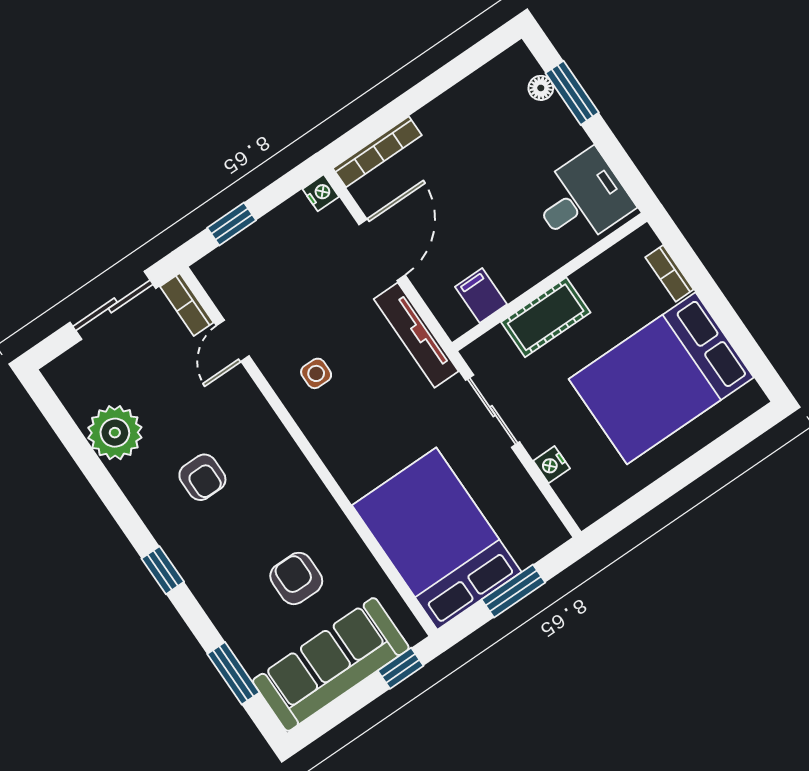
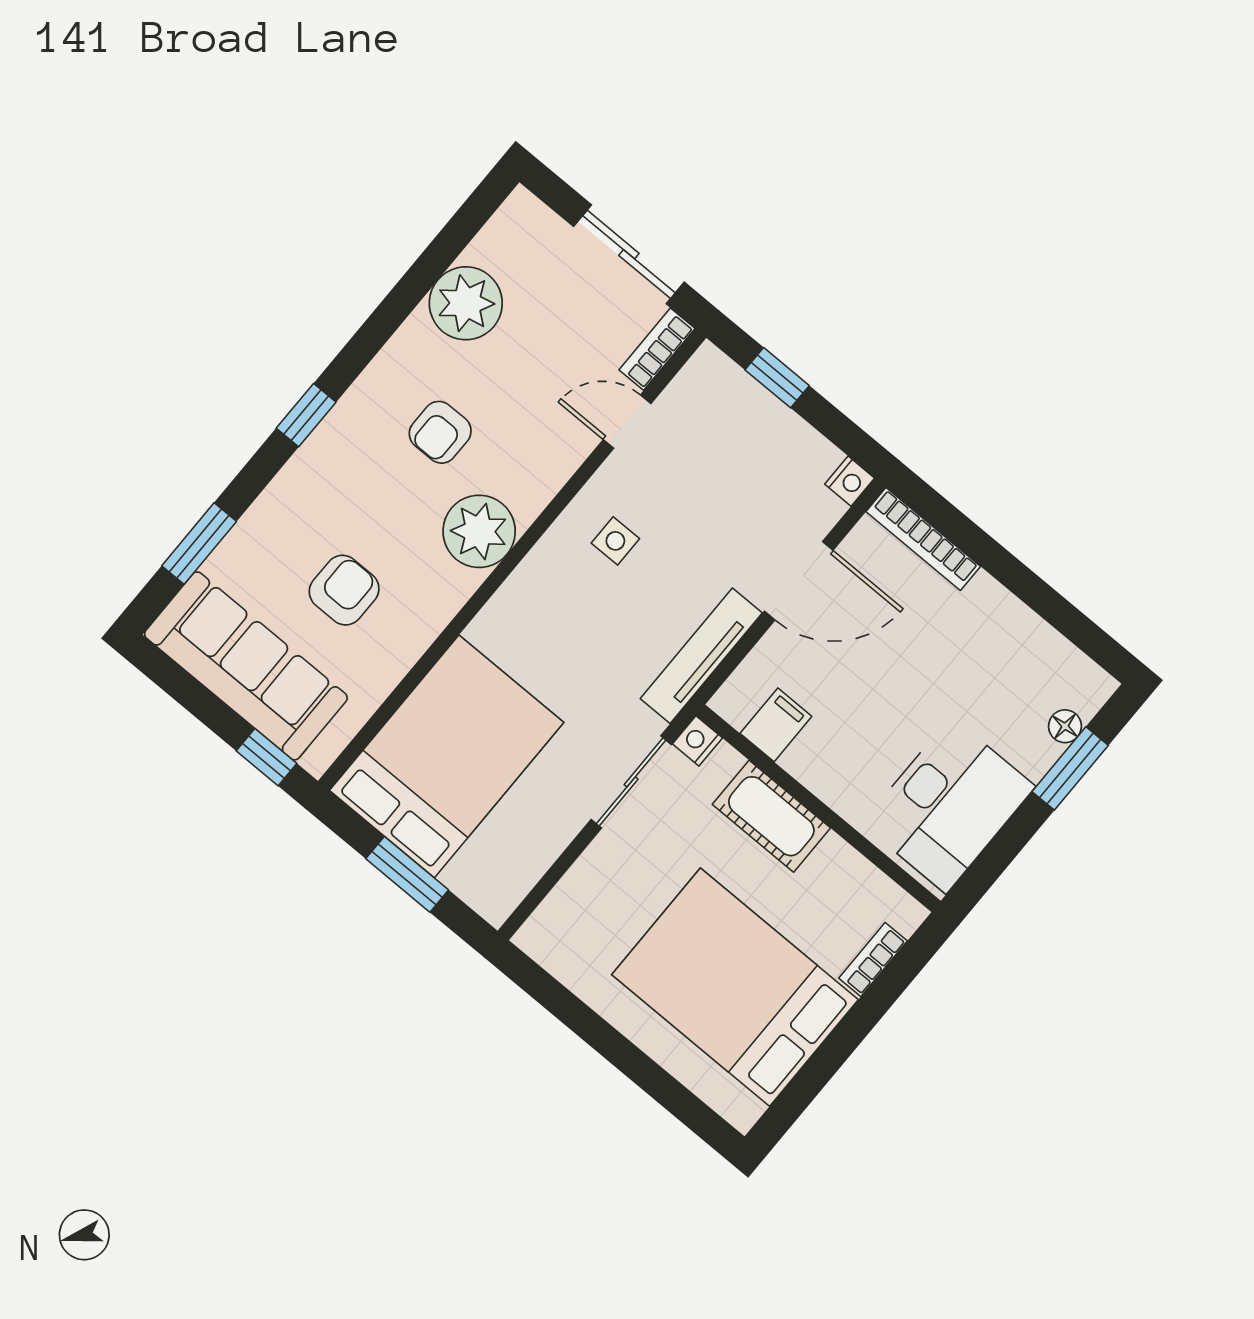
desk: (582, 199) -> (949, 805), width x1.37
nightstand: (552, 465) -> (697, 741), moved
plant: (282, 469) -> (479, 531), added

